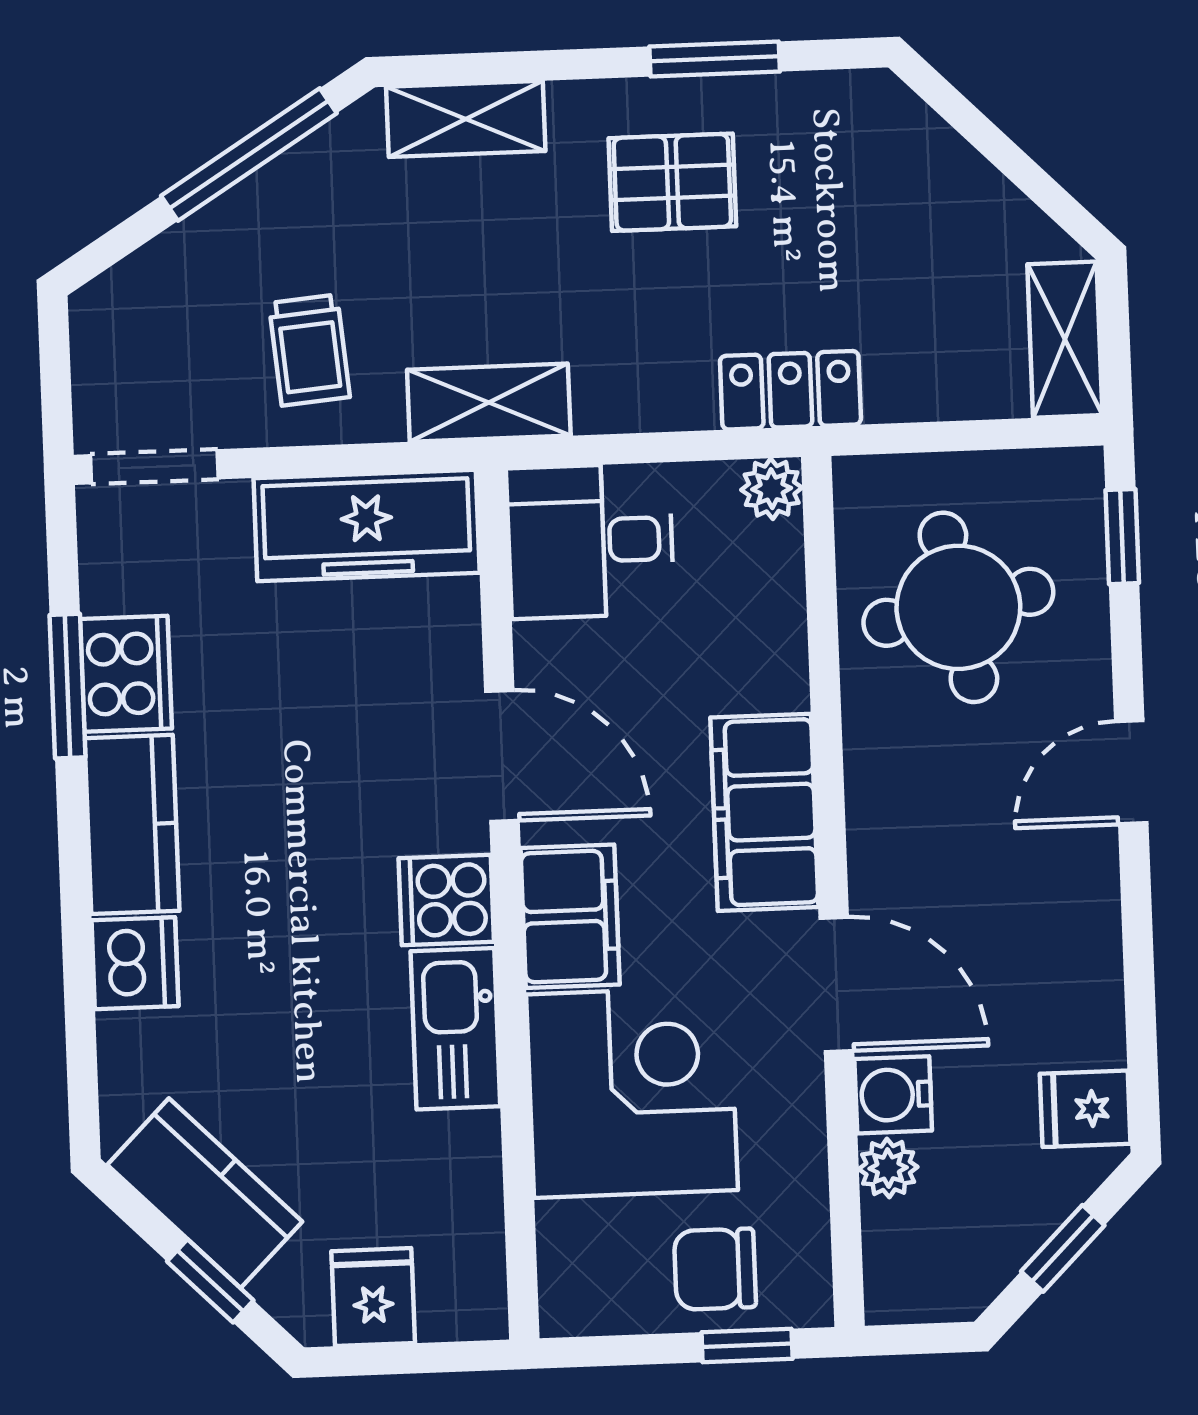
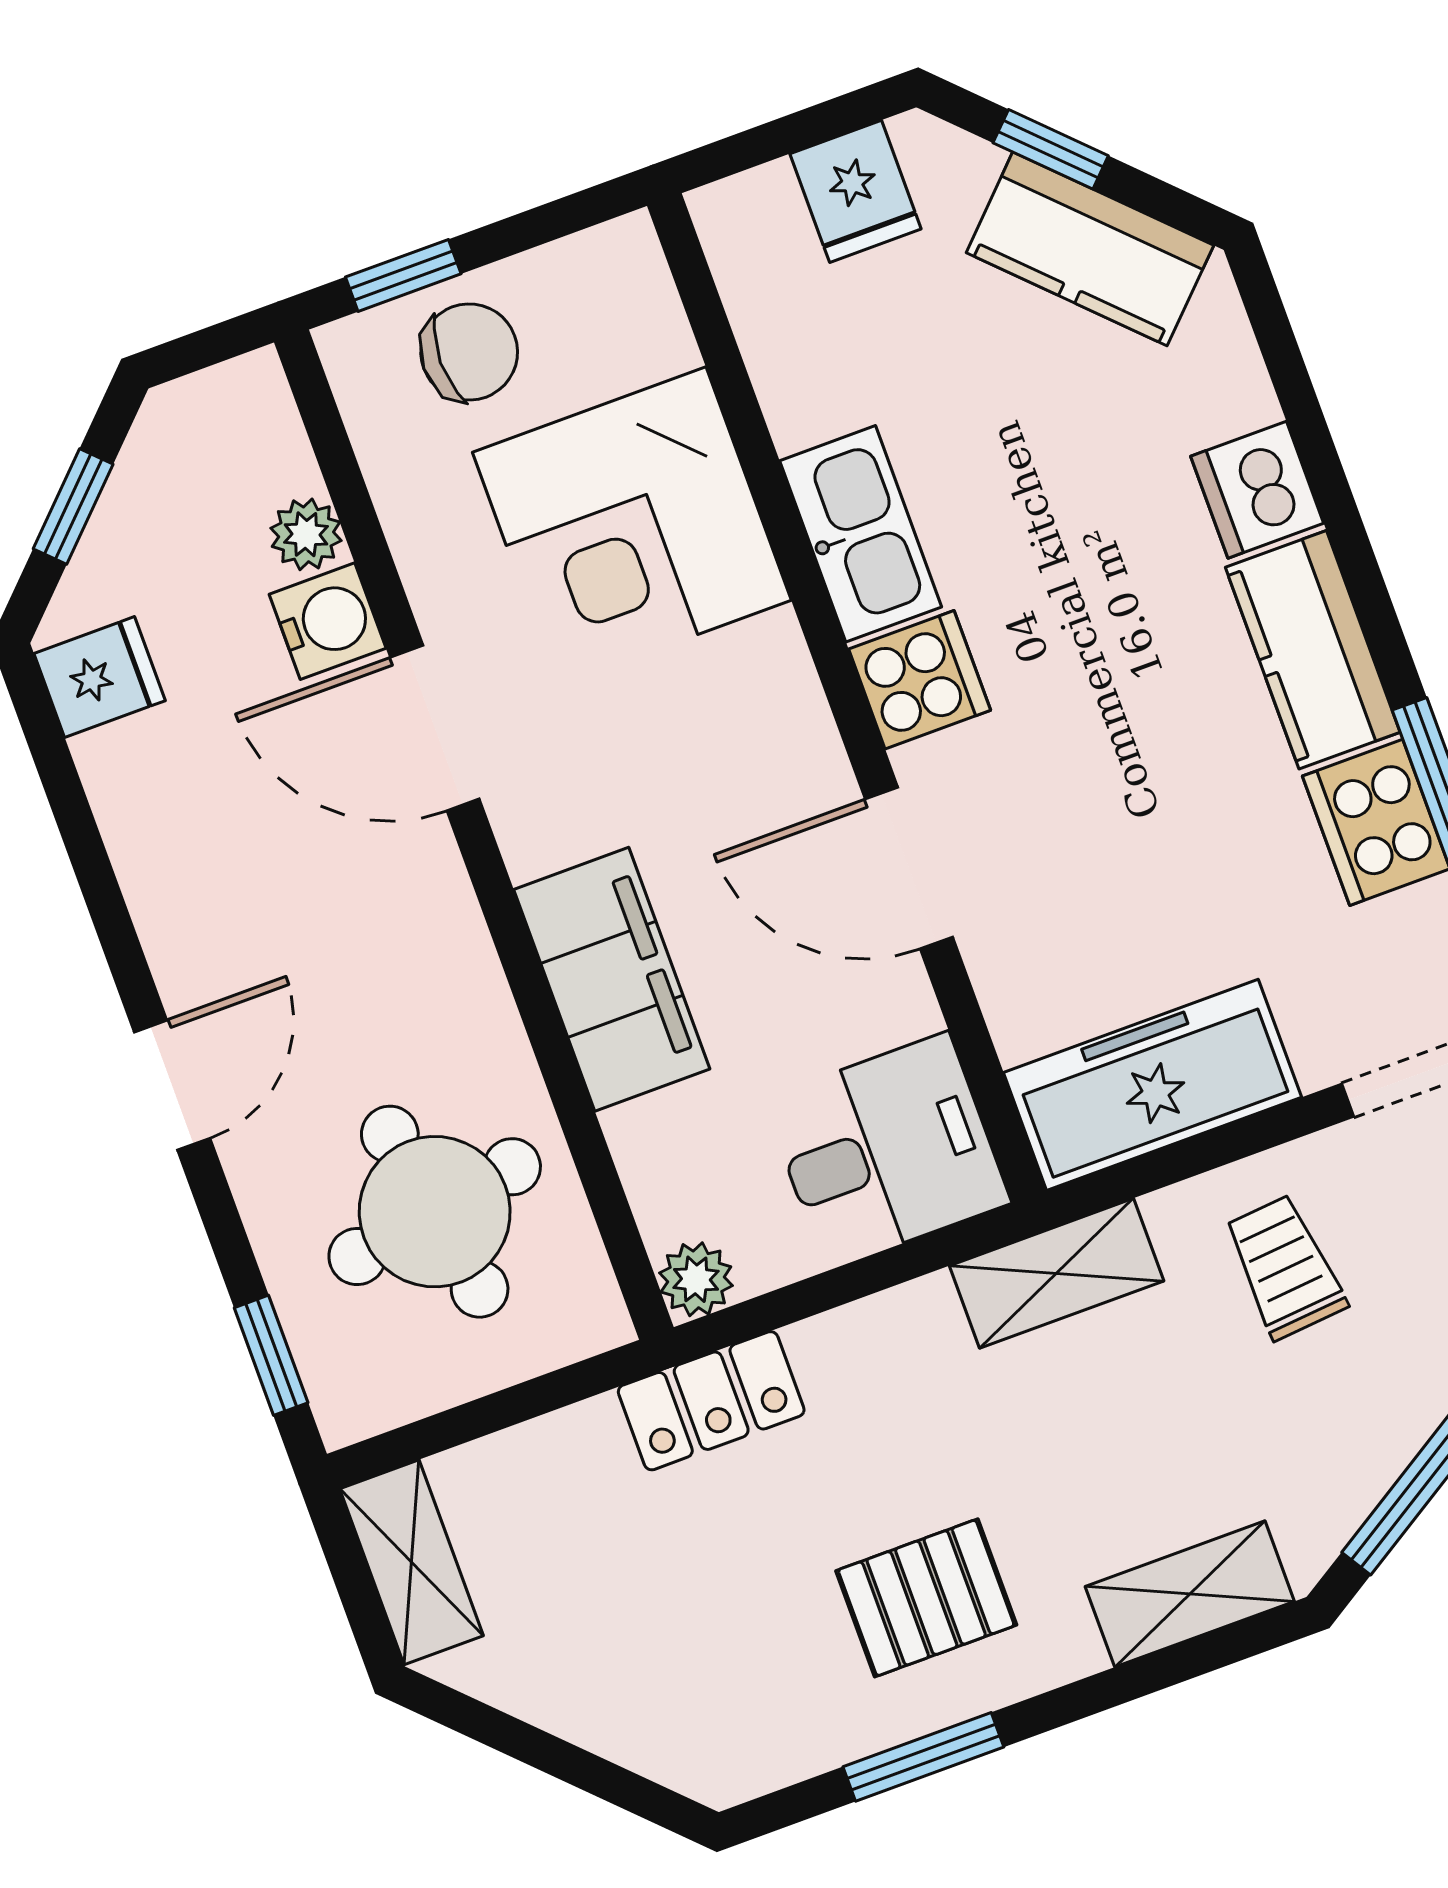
filing cabinet: (764, 812) -> (612, 979), moved
filing cabinet: (570, 916) -> (770, 707), removed

